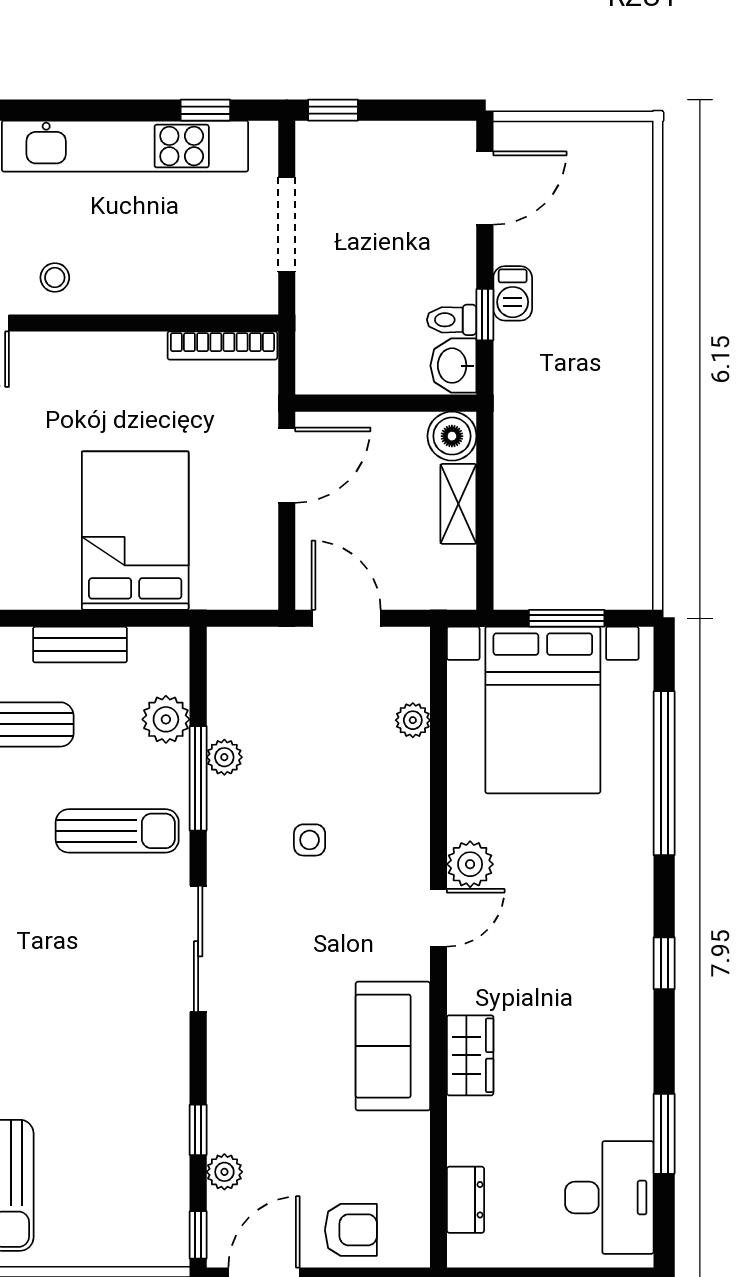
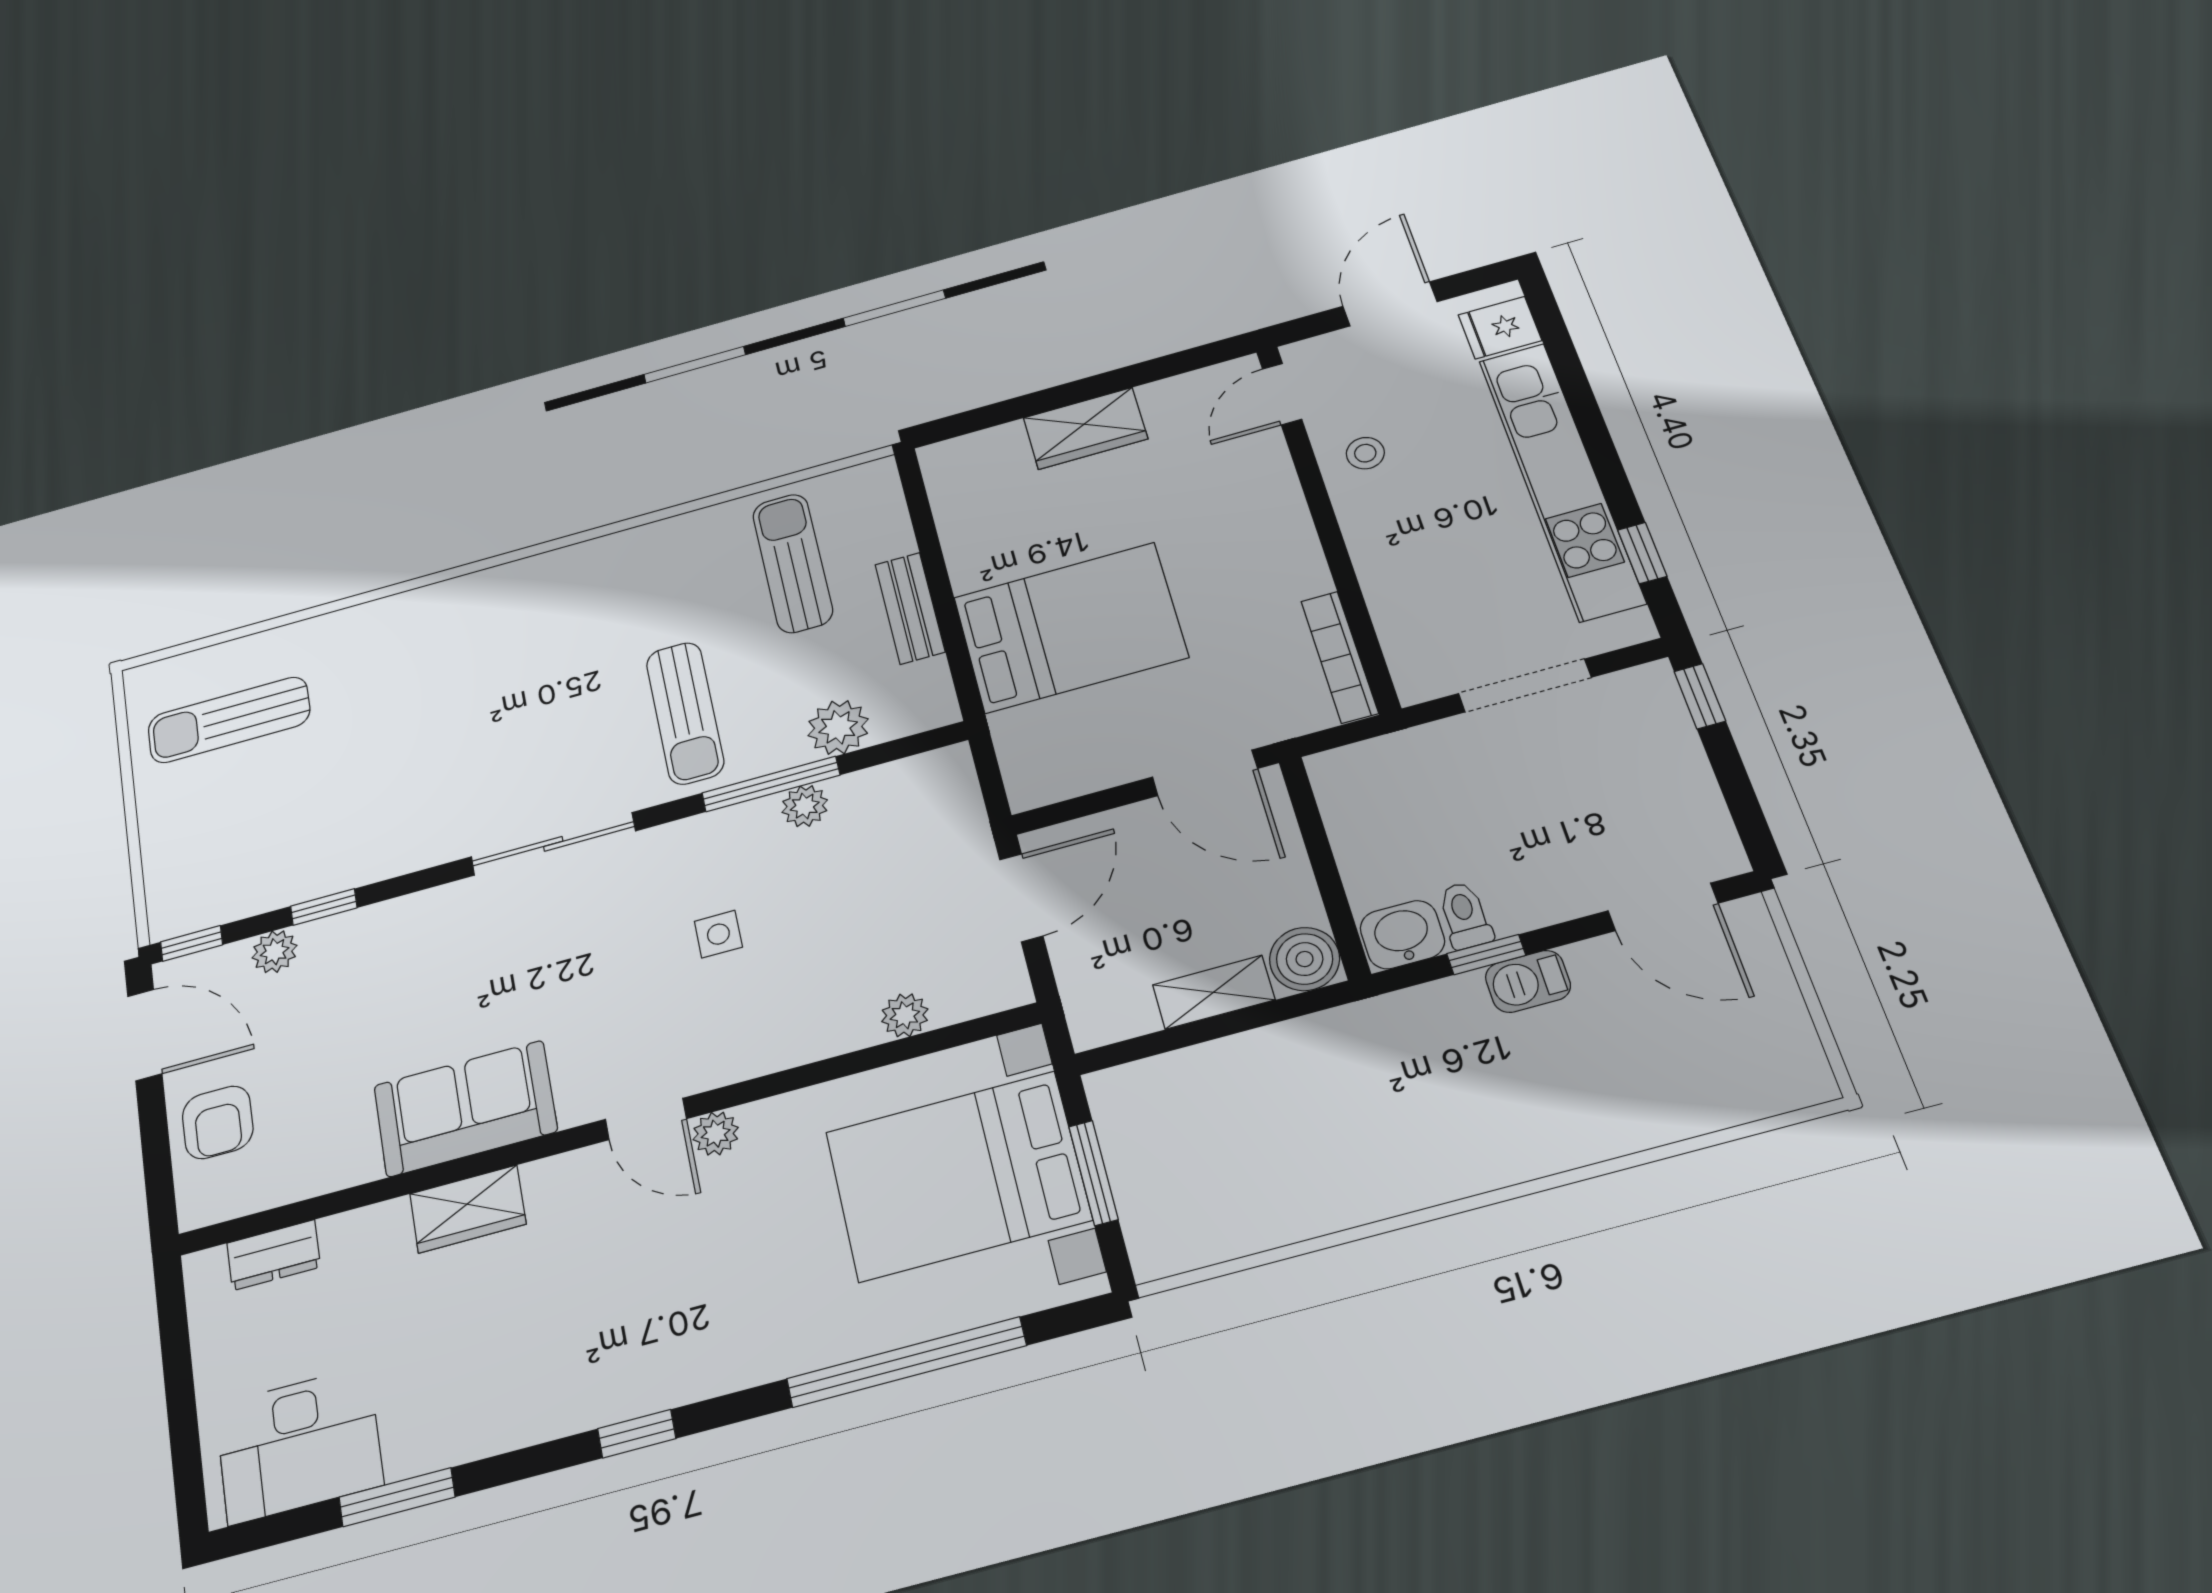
plant: (470, 864) -> (716, 1134), width x0.73, depth x0.73

